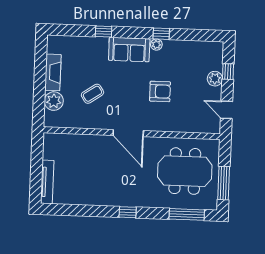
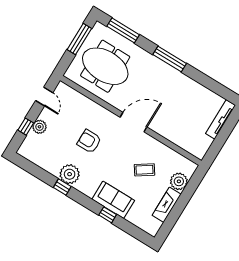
plant: (156, 45) -> (70, 174), width x1.87, depth x1.87
sofa: (129, 50) -> (113, 200), moved
door: (128, 133) -> (133, 122), hinge flipped
window: (128, 212) -> (170, 59), width x2.17

